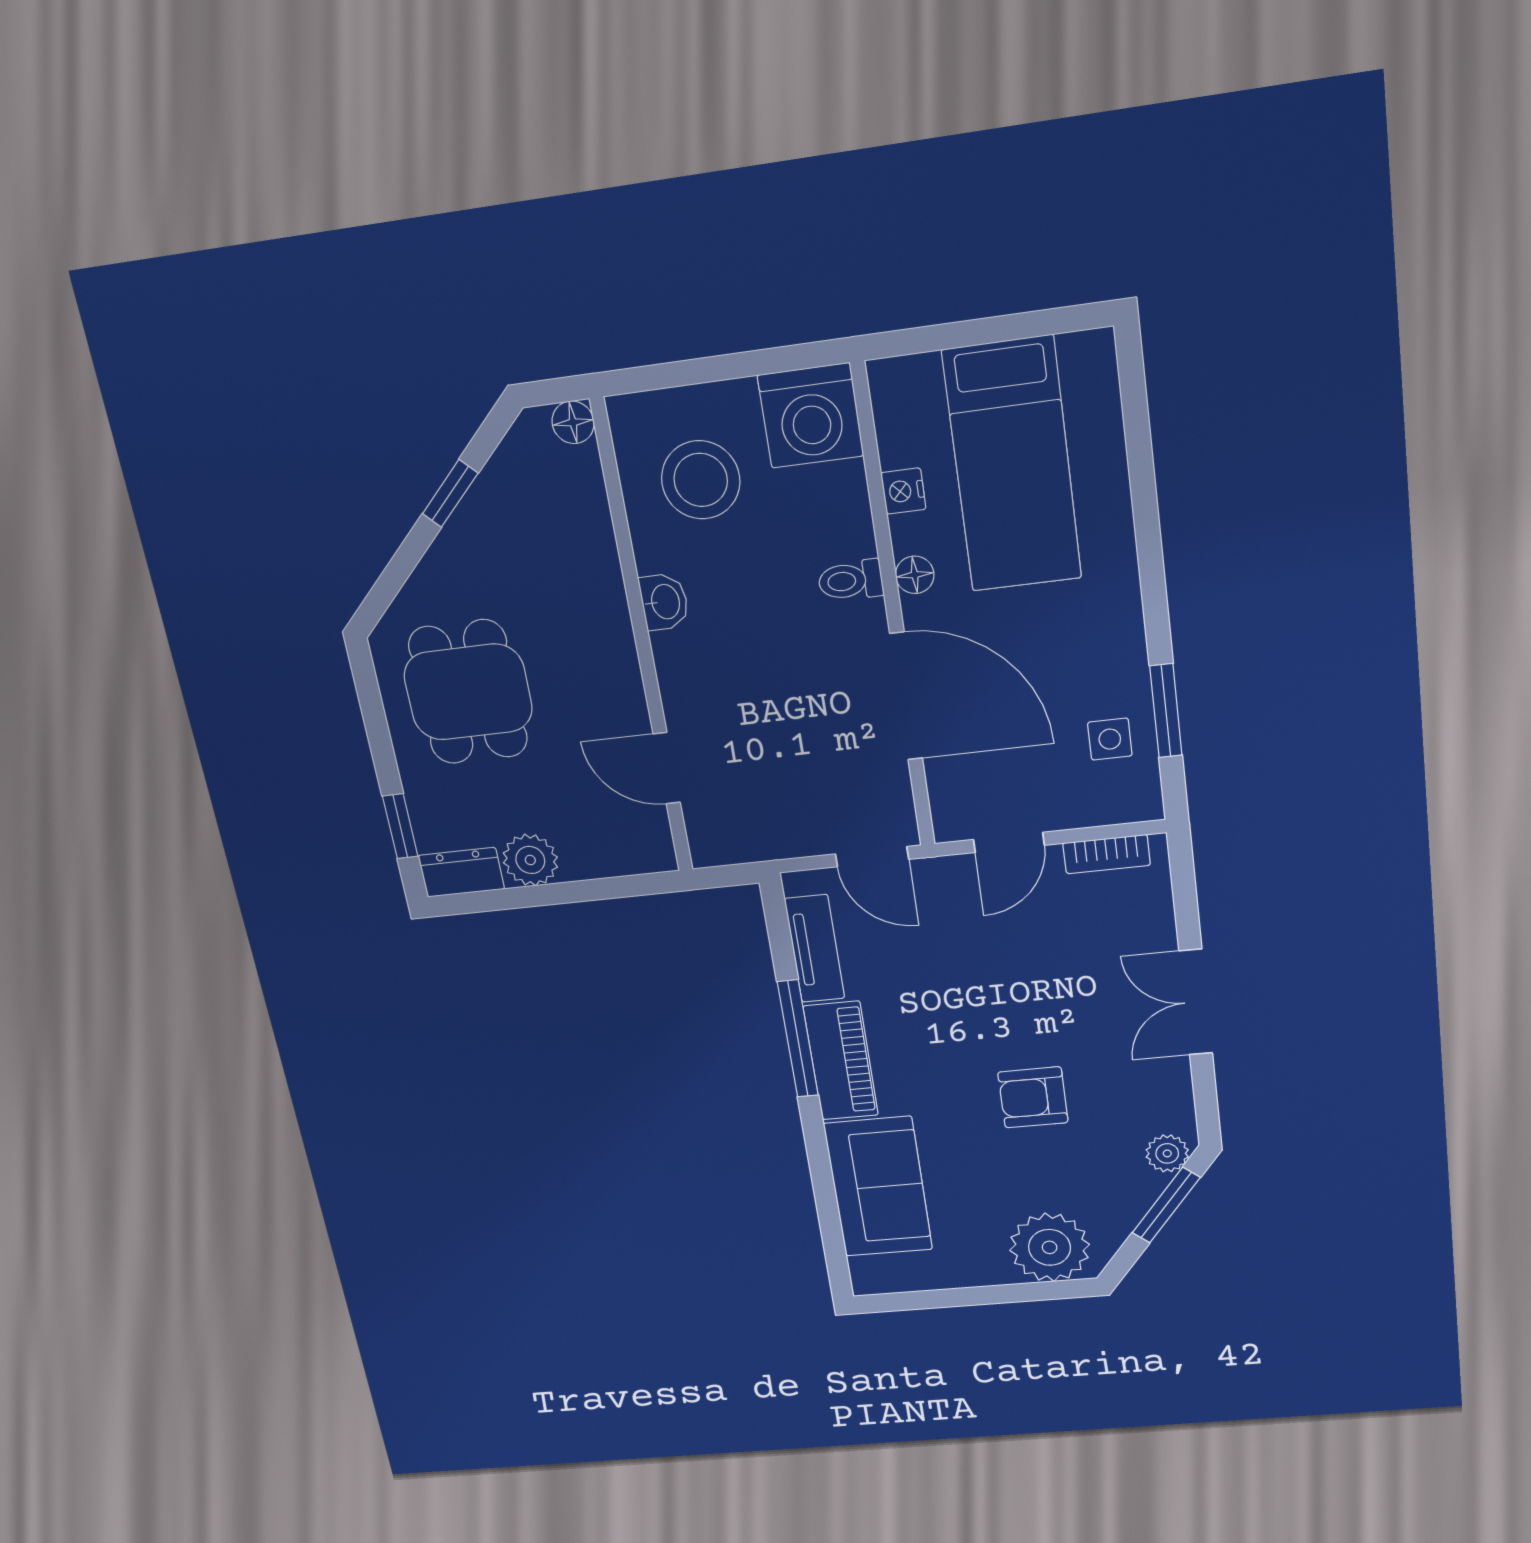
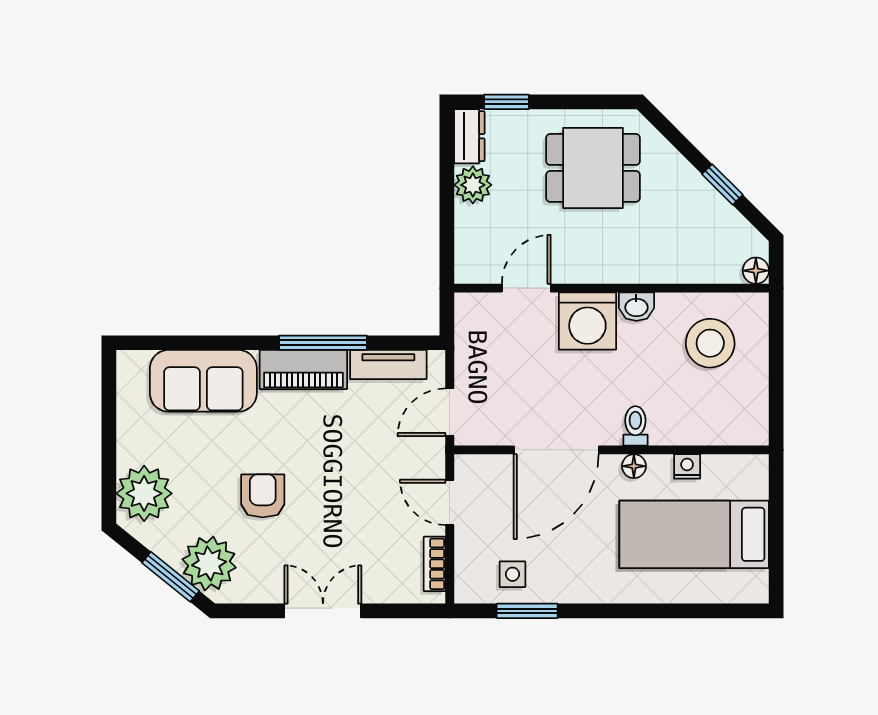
washing machine: (811, 416) -> (587, 321), moved, turned -90
plant: (1167, 1153) -> (209, 563), width x1.87, depth x1.87

